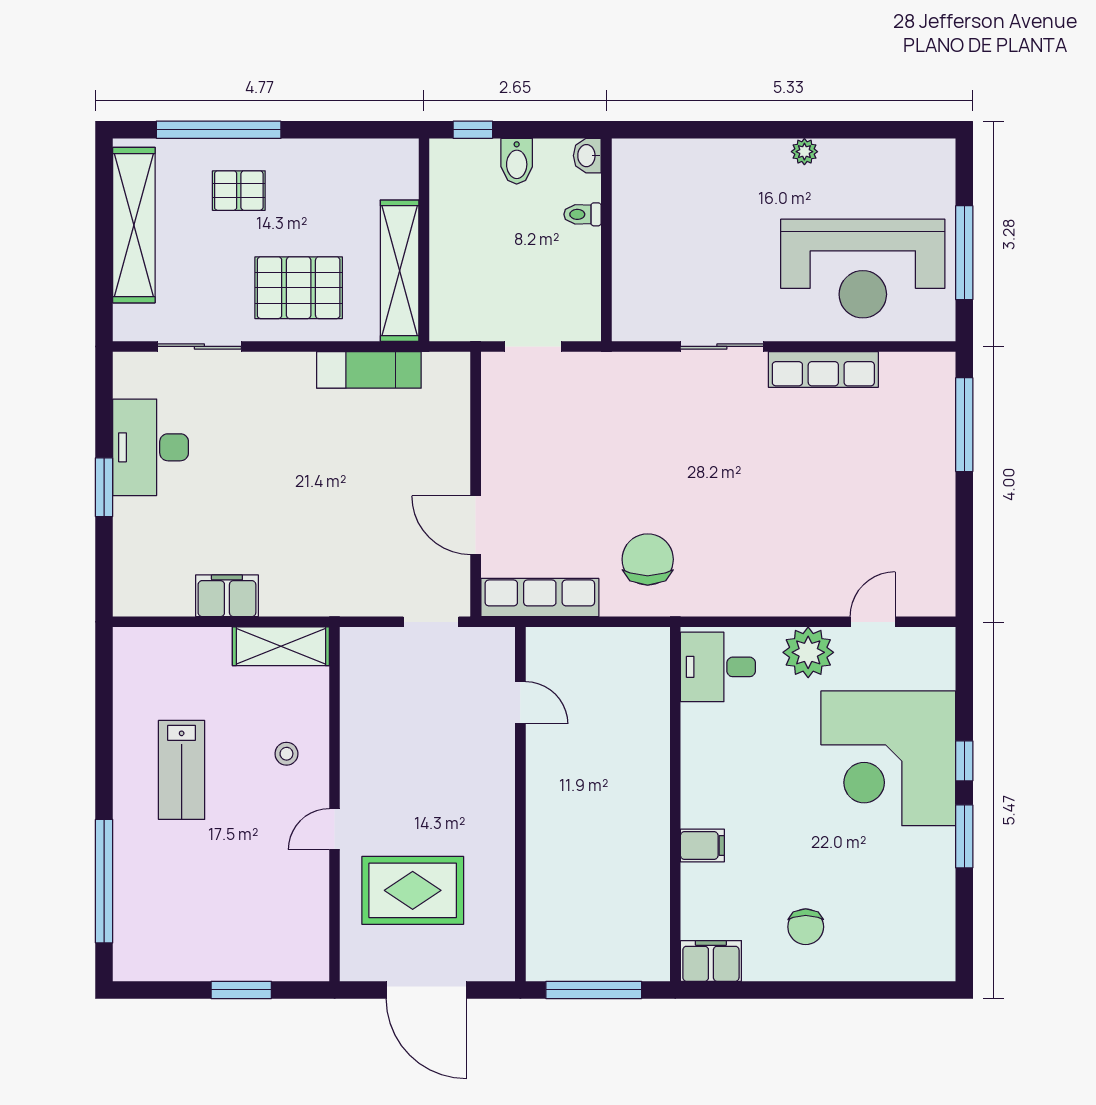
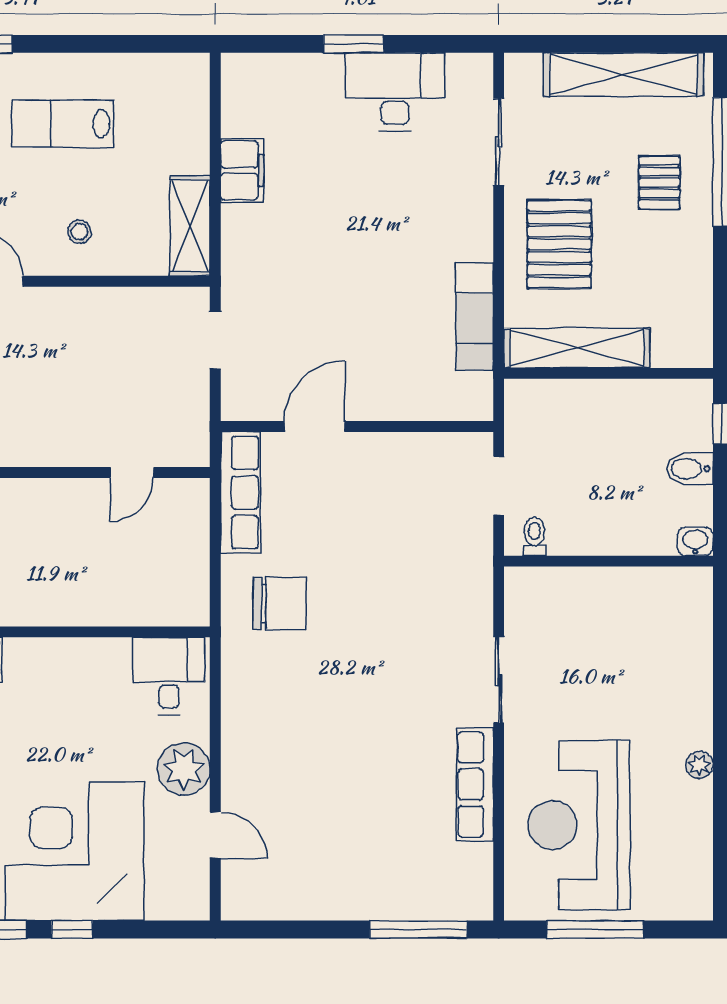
toilet: (583, 214) -> (534, 537), moved
doorway: (431, 622) -> (215, 340), moved

